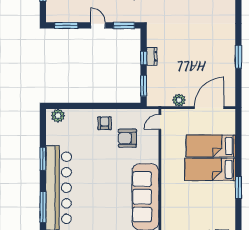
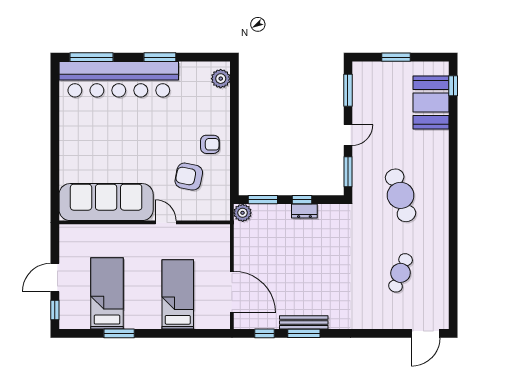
bench: (231, 57) -> (304, 322), added
window: (238, 85) -> (265, 333), added
plant: (179, 100) -> (243, 213), moved
door: (160, 122) -> (166, 222), moved
armchair: (127, 138) -> (189, 177), turned -79
bed: (210, 169) -> (107, 293), moved

